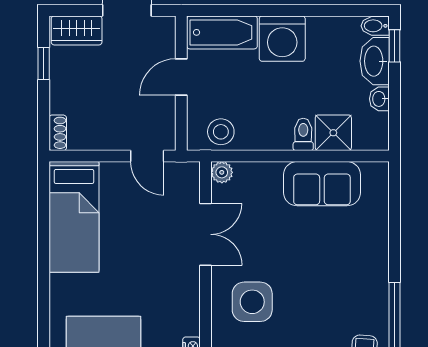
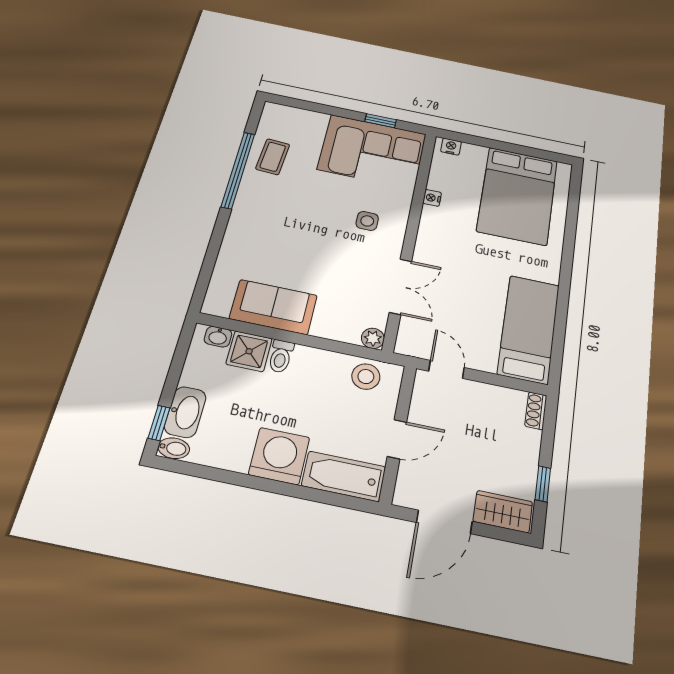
washbasin: (379, 99) -> (218, 337), moved, turned 90
double door: (206, 234) -> (401, 287), swing flipped
side table: (252, 302) -> (367, 221), width x0.54, depth x0.54

